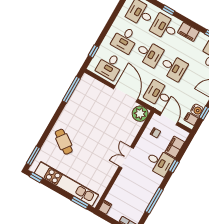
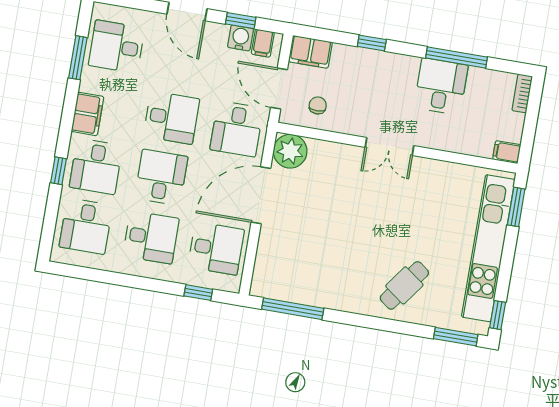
desk: (173, 68) -> (171, 118), turned 90
door: (169, 119) -> (279, 89), hinge flipped
filing cabinet: (175, 147) -> (310, 52), moved
desk: (159, 162) -> (441, 86), moved

